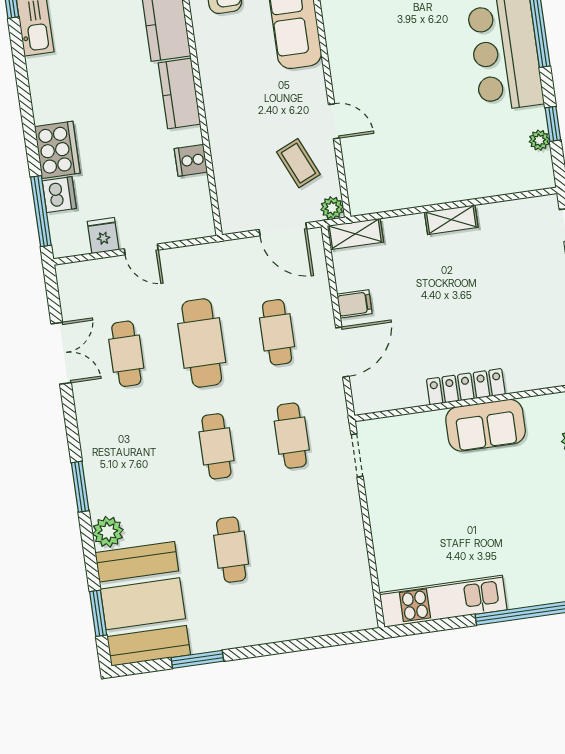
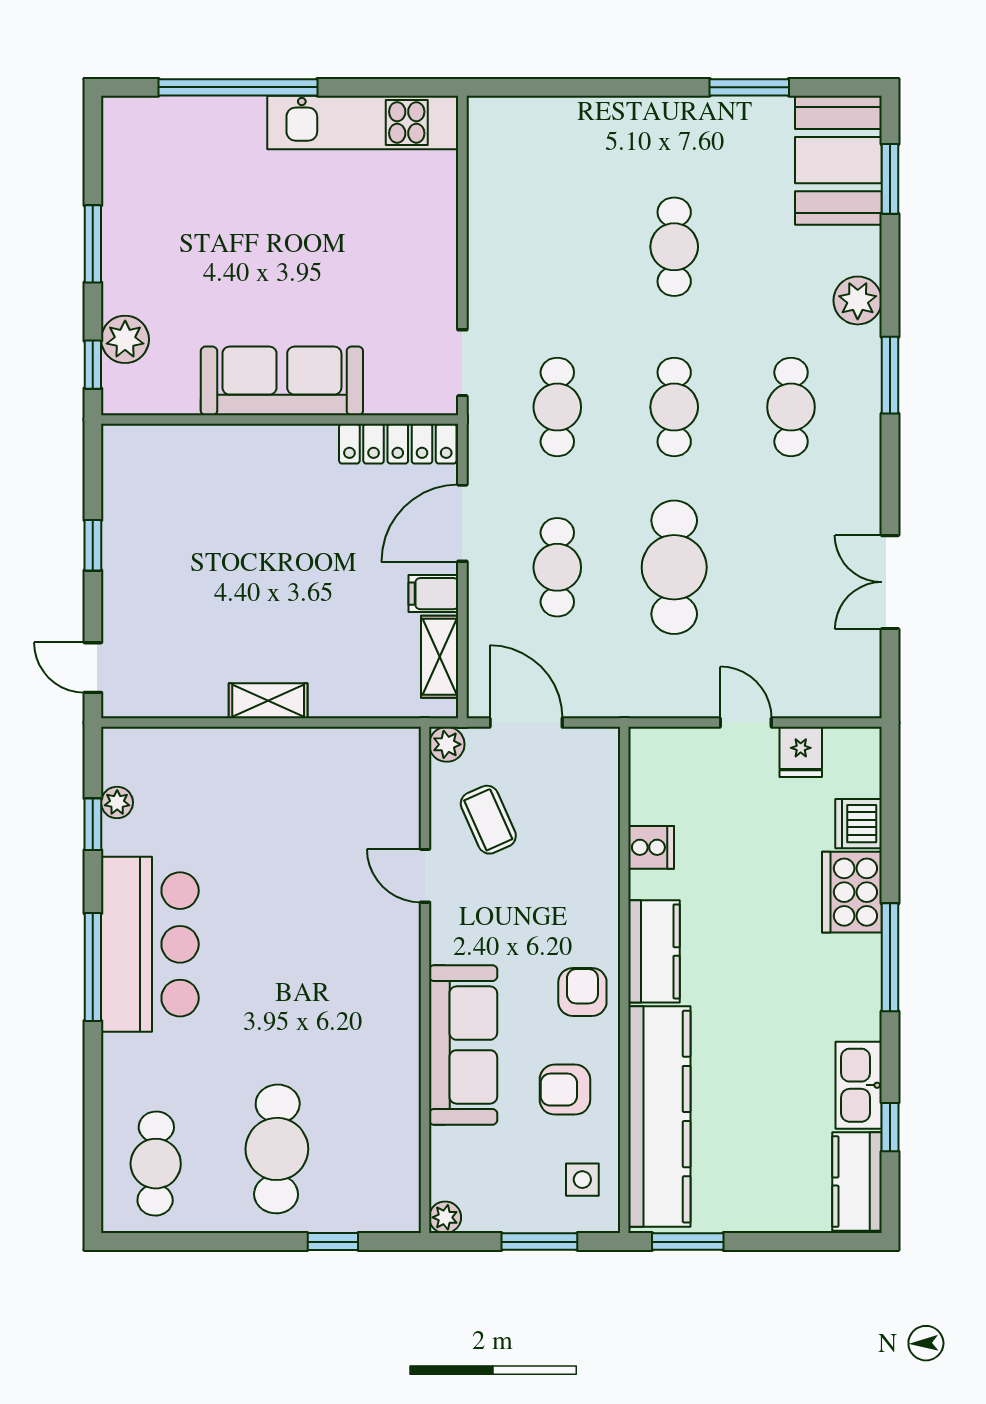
armchair: (222, 61) -> (582, 992), added
window: (41, 211) -> (890, 957), moved
shelving: (355, 234) -> (440, 657), moved, turned 90
cafe table: (126, 354) -> (791, 407), moved
locker: (466, 387) -> (398, 444), moved
sofa: (486, 425) -> (282, 381), width x1.36
booth: (143, 604) -> (838, 160), width x0.73, depth x0.70

